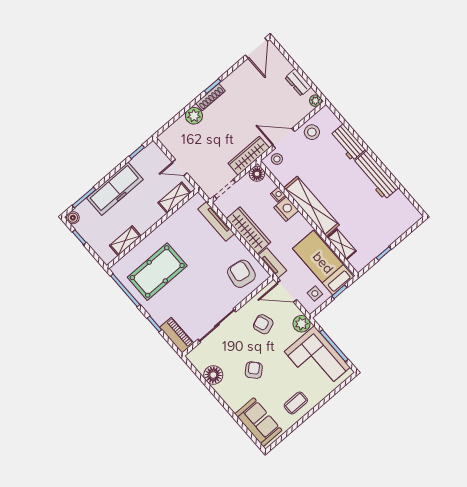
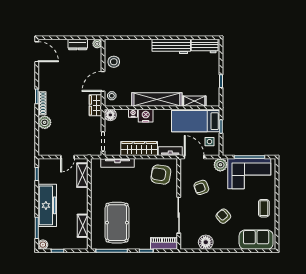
workbench: (348, 142) -> (205, 46), moved
wardrobe: (249, 156) -> (96, 105), width x0.67
door: (287, 291) -> (194, 157), swing flipped

